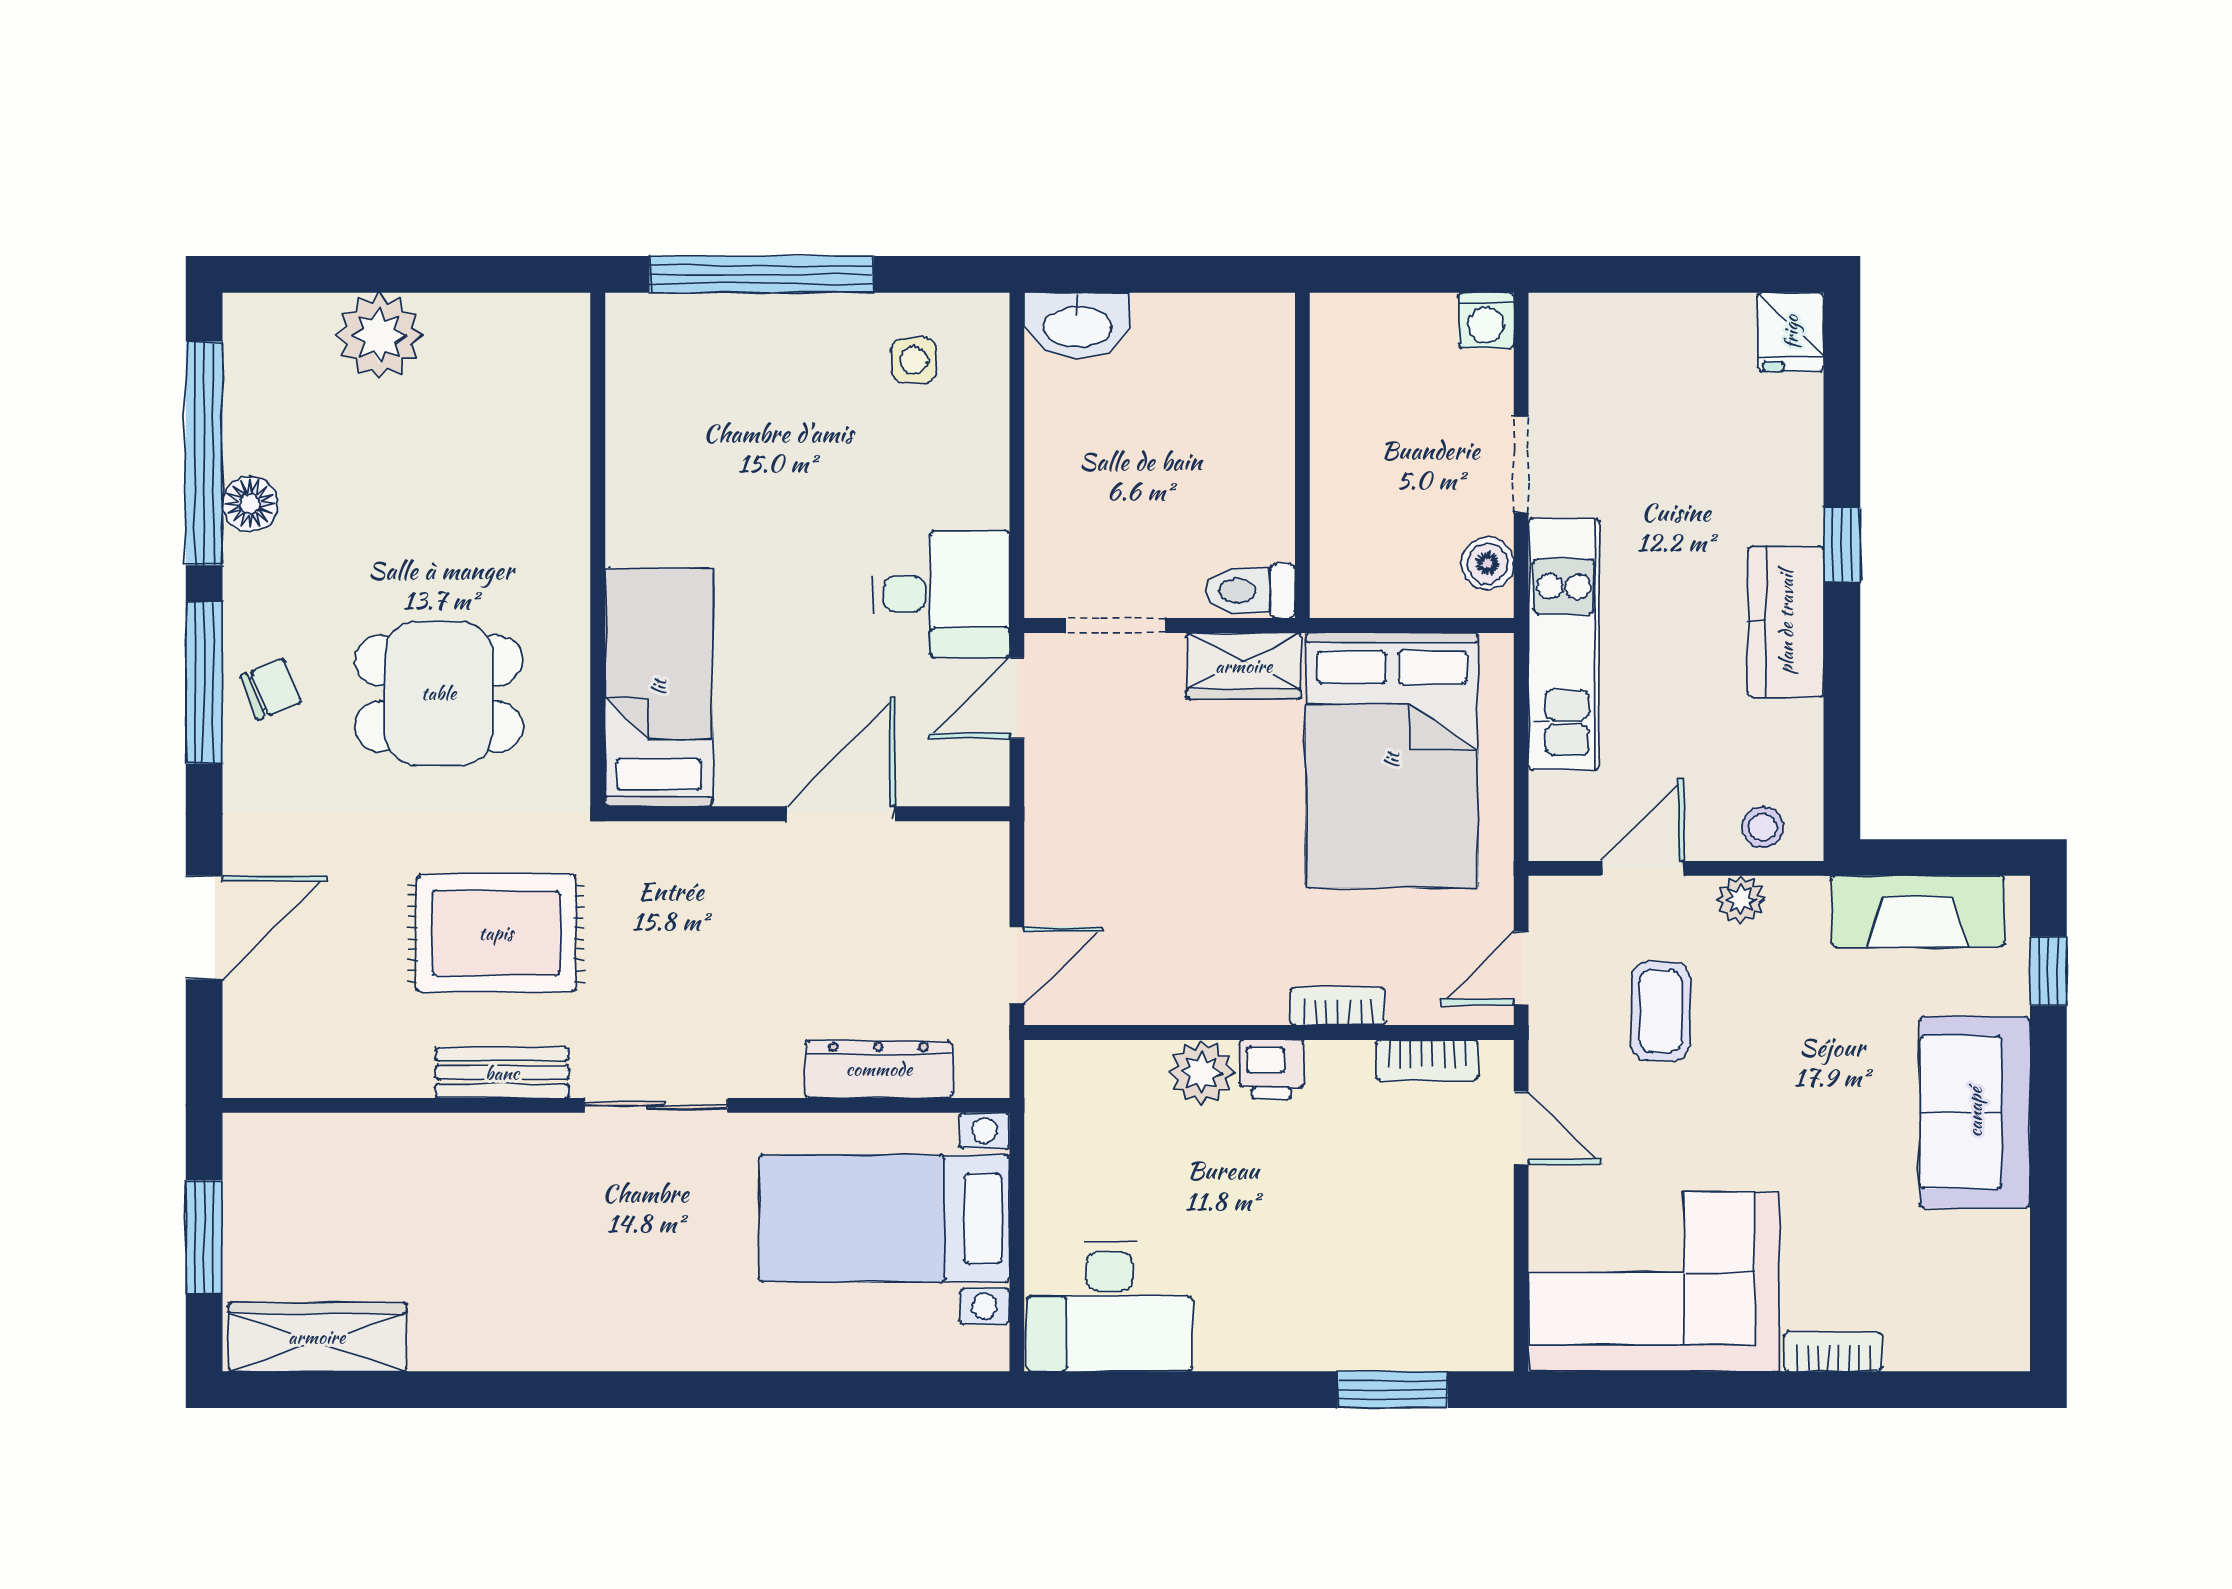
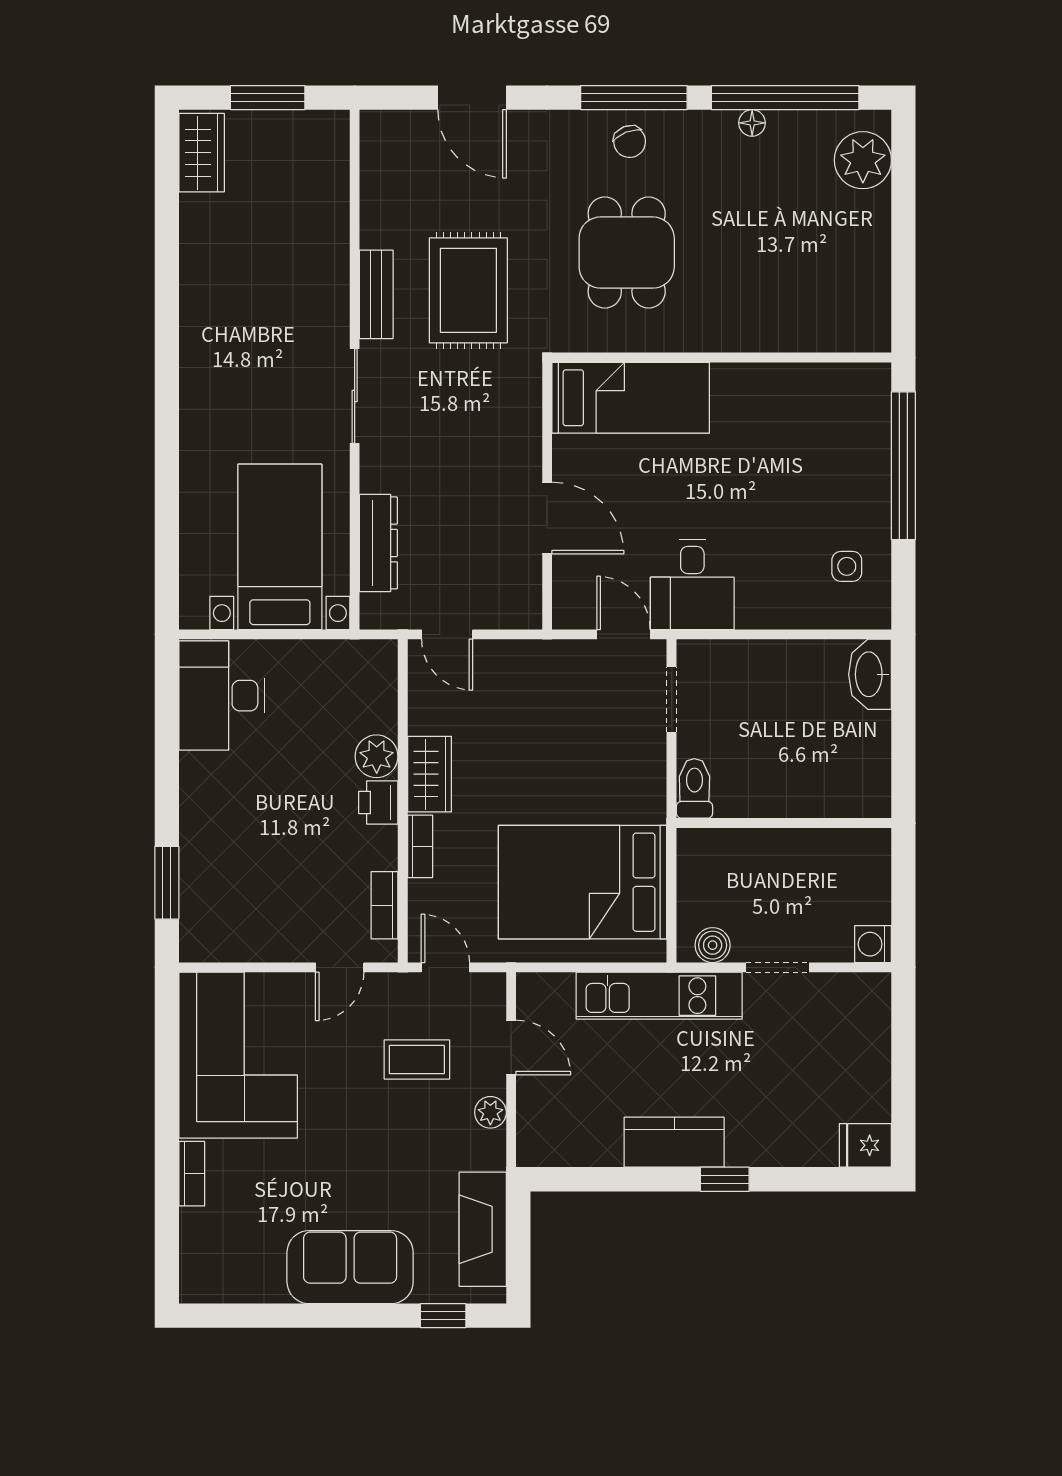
plant: (379, 336) -> (863, 160), moved
floor lamp: (250, 504) -> (752, 123), width x0.73, depth x0.73
wardrobe: (1244, 666) -> (429, 774), moved, turned 180
stool: (1763, 827) -> (538, 1127), removed
wardrobe: (317, 1337) -> (202, 153), width x0.67

